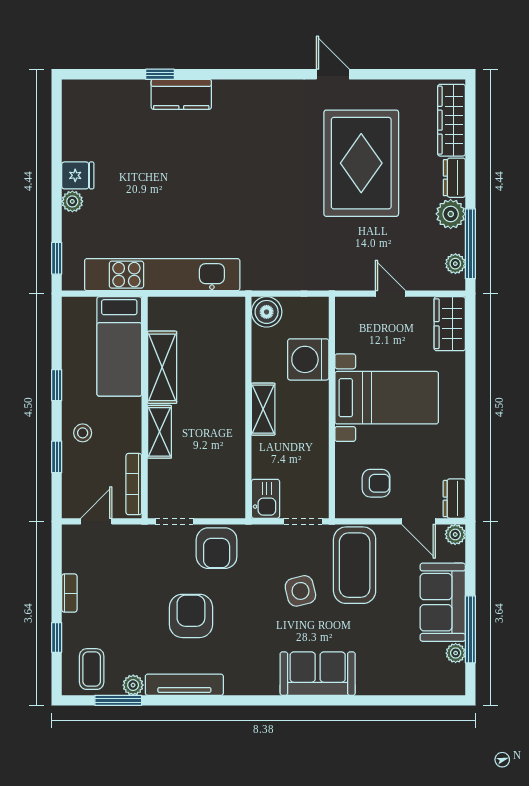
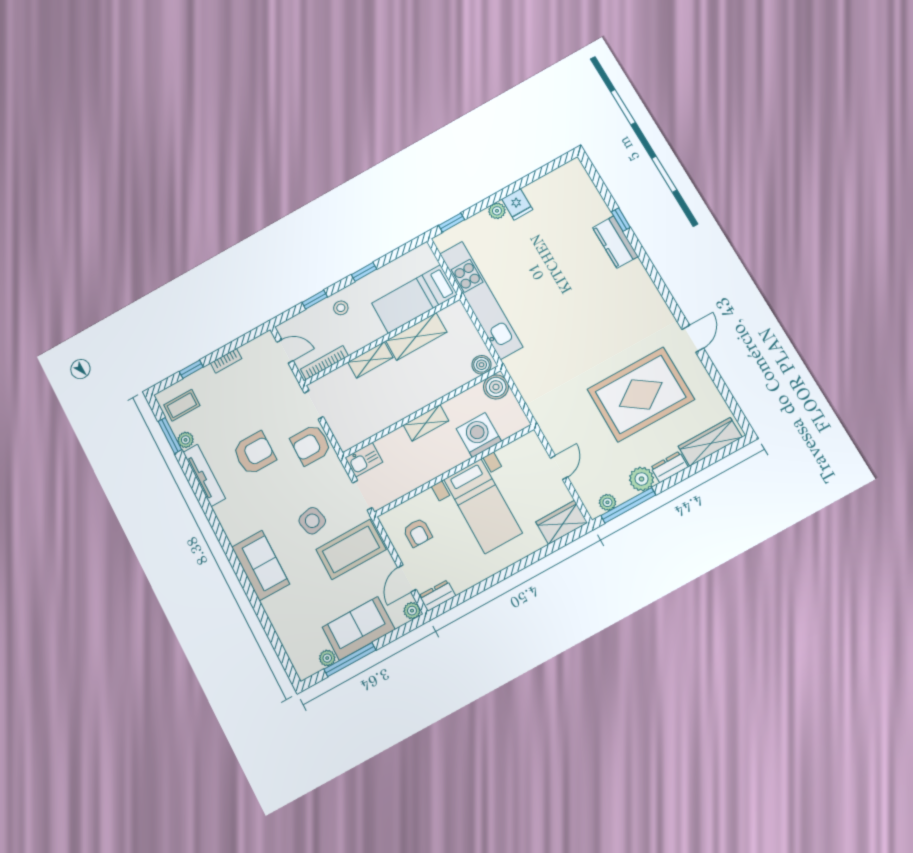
boiler: (234, 314) -> (482, 365), added

